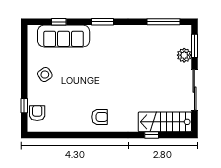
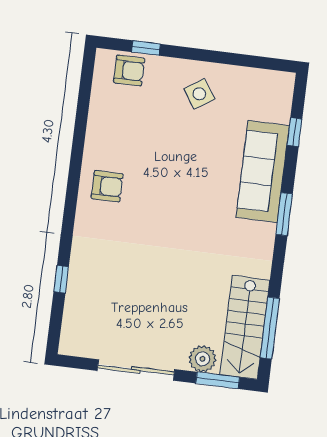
sofa: (64, 36) -> (263, 172), moved
armchair: (100, 117) -> (107, 186), turned -90
stairs: (165, 122) -> (245, 327), moved, turned 180

